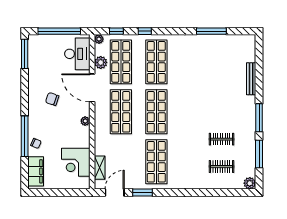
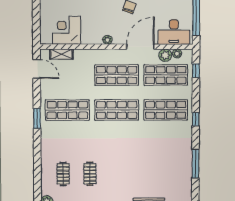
window: (145, 31) -> (196, 119), moved
plant: (99, 39) -> (177, 53), moved
window: (142, 193) -> (37, 118), moved

